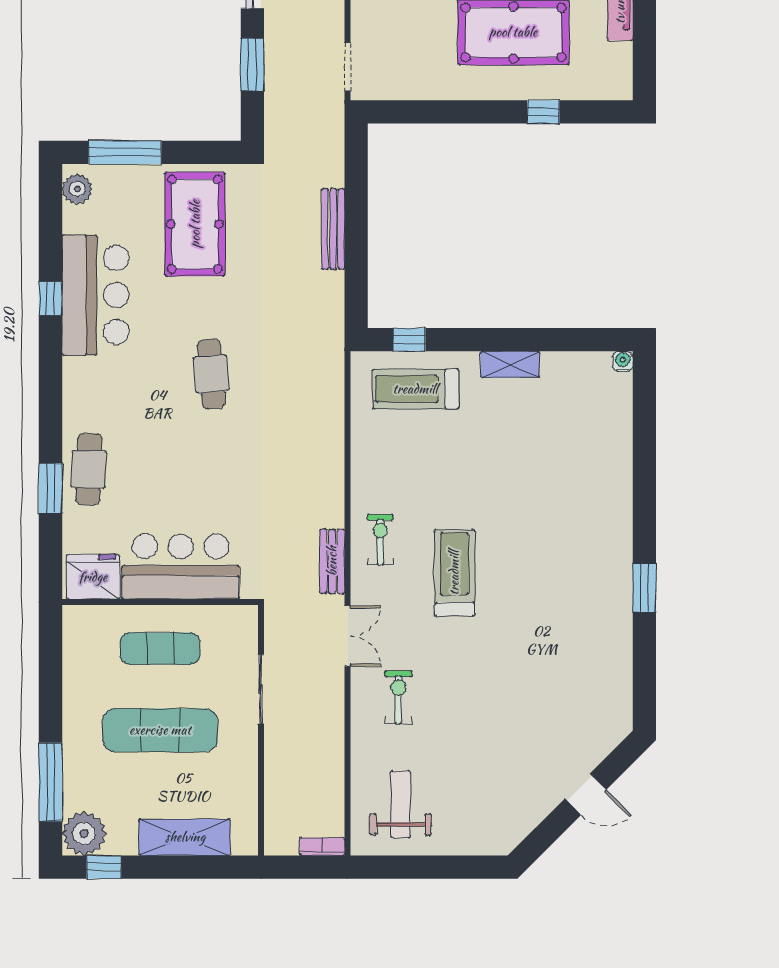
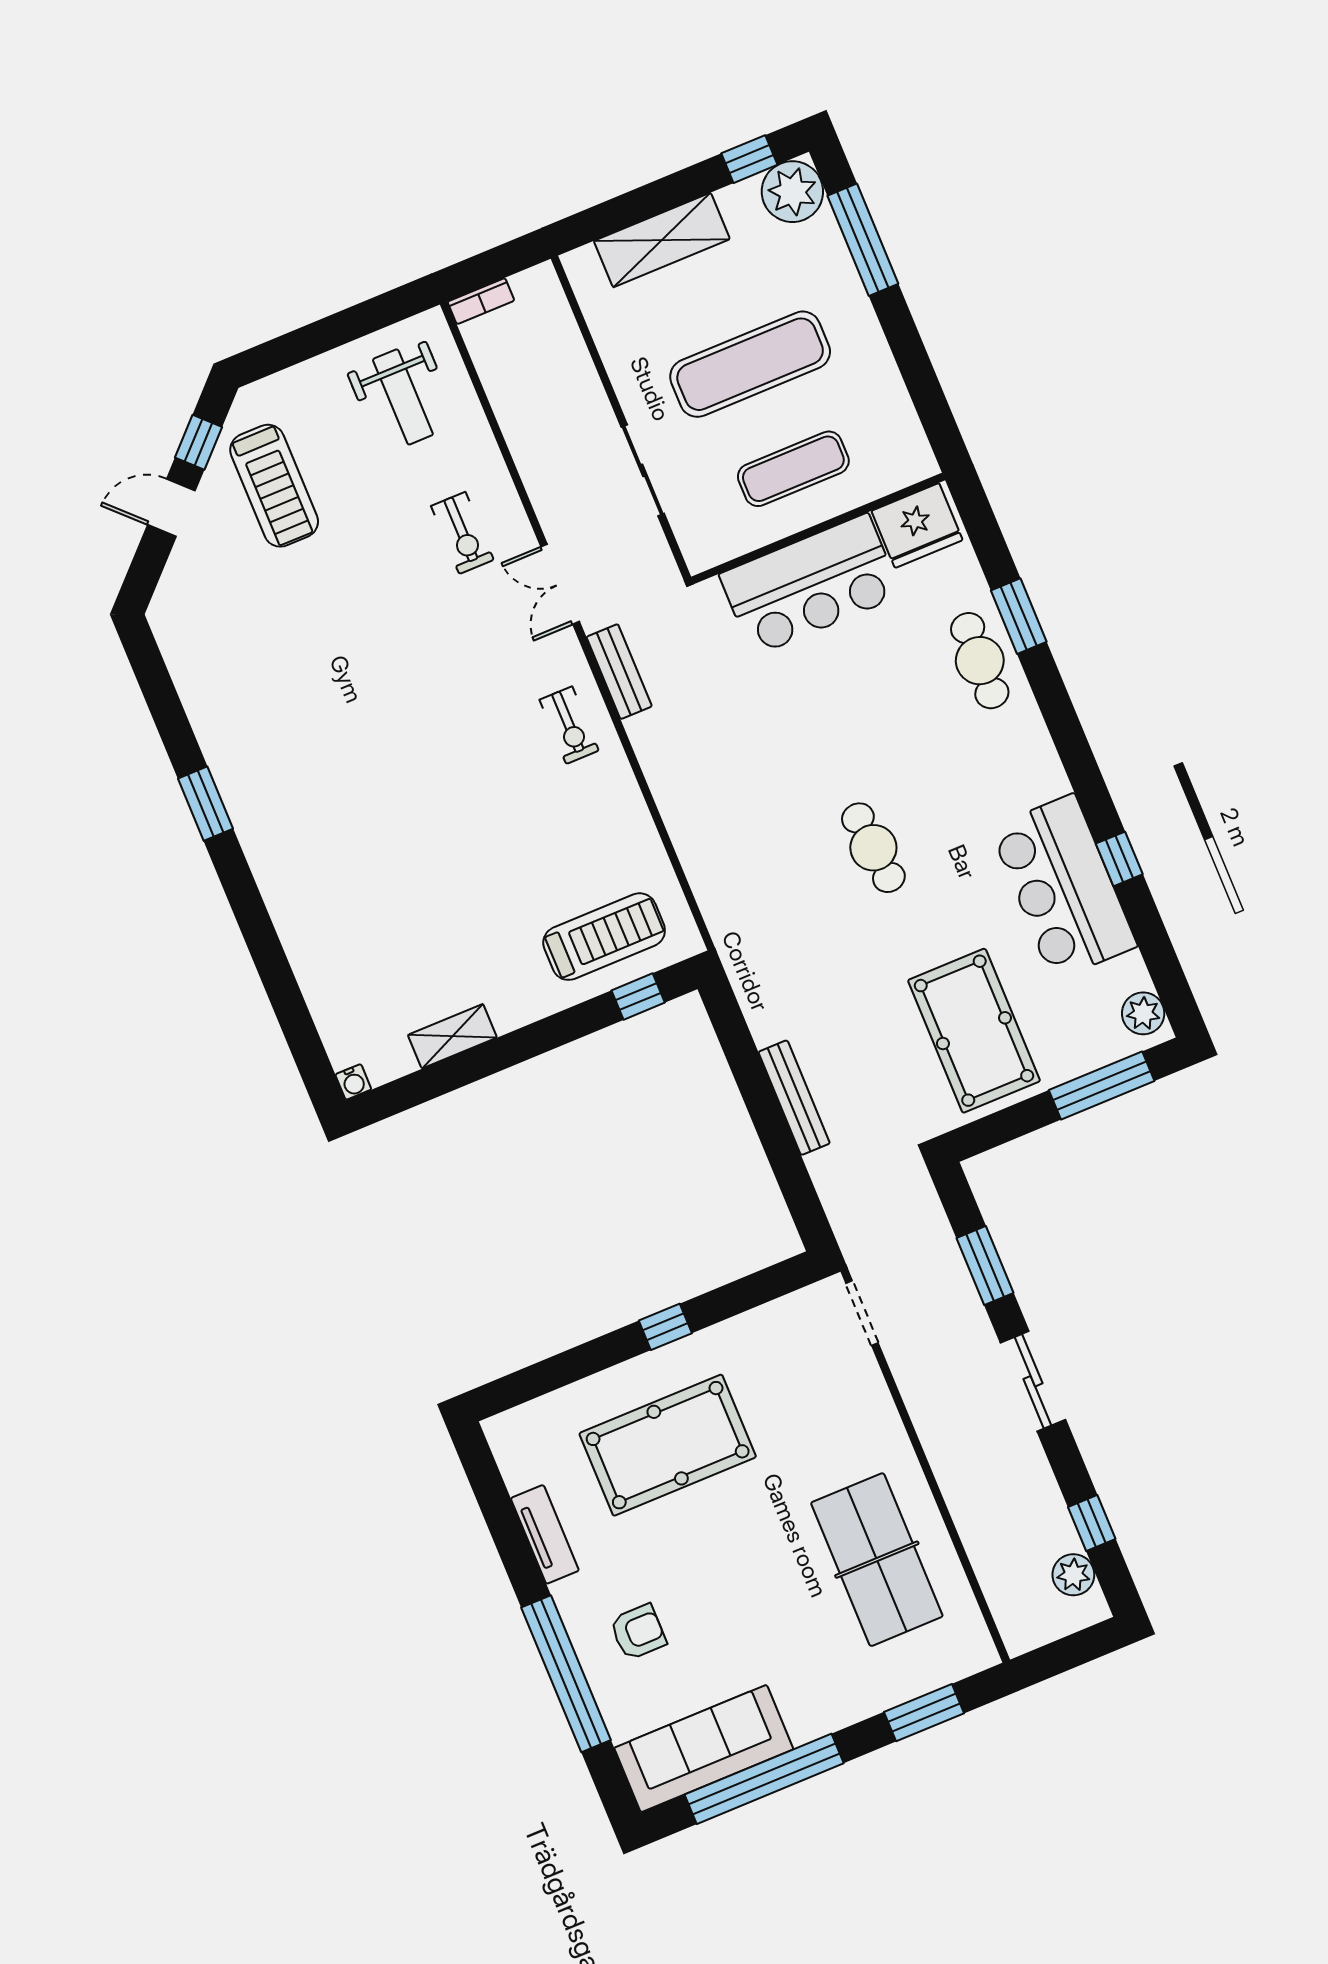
window: (543, 112) -> (665, 1327), moved
shelving: (510, 364) -> (452, 1036), moved
treadmill: (454, 573) -> (274, 486), moved
window: (549, 831) -> (199, 442), added

